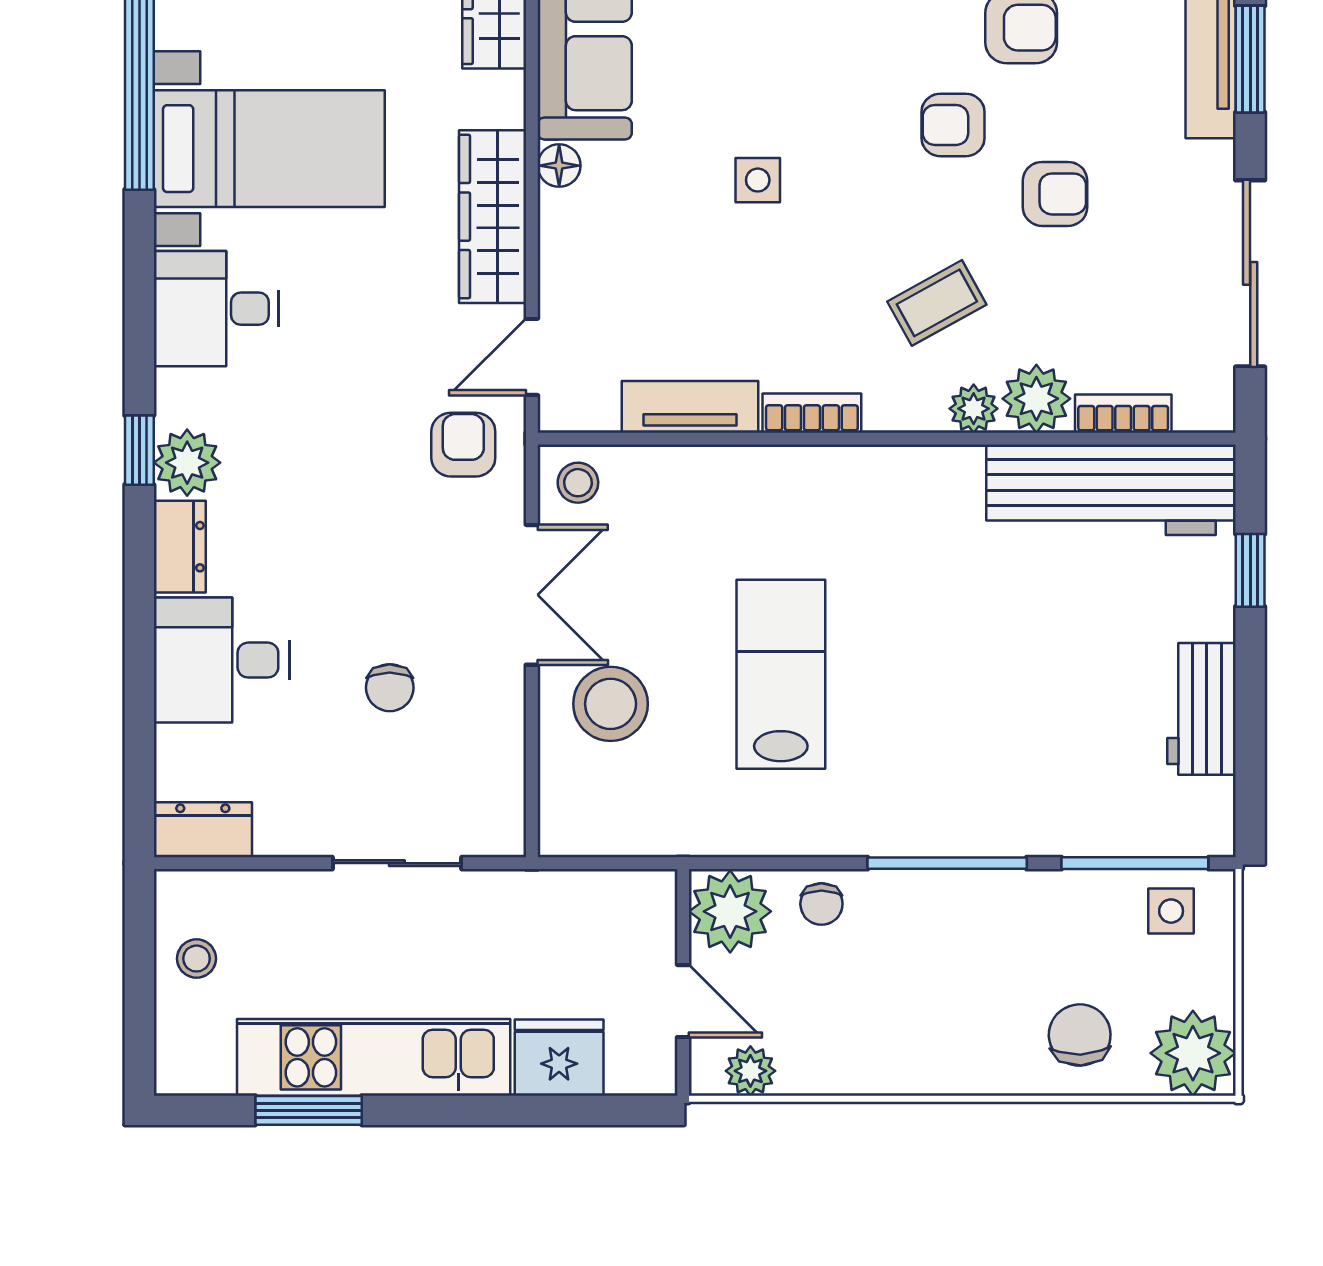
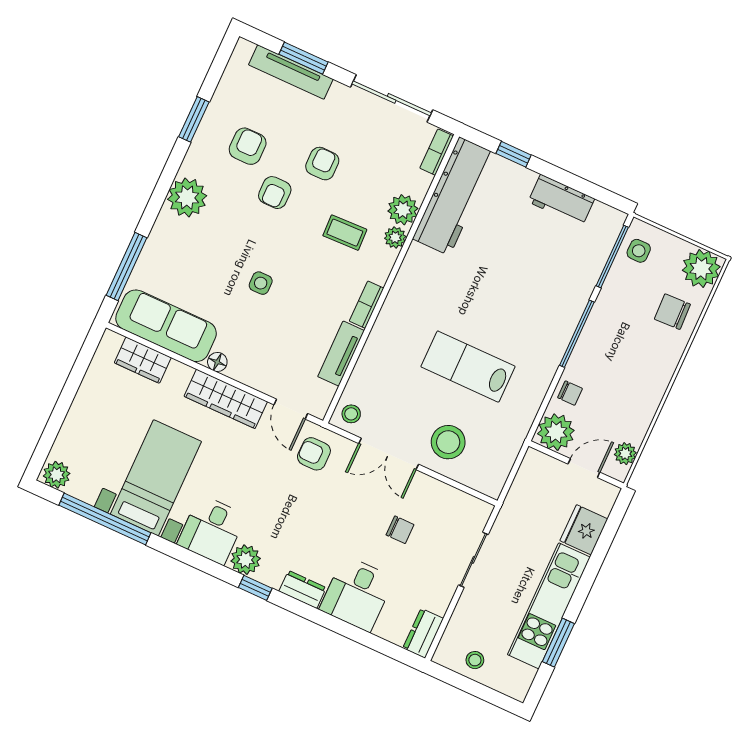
coffee table: (937, 303) -> (345, 233), turned -63
bookcase: (1123, 414) -> (437, 152), moved
plant: (187, 463) -> (246, 560), moved
double door: (532, 595) -> (389, 454), swing flipped

